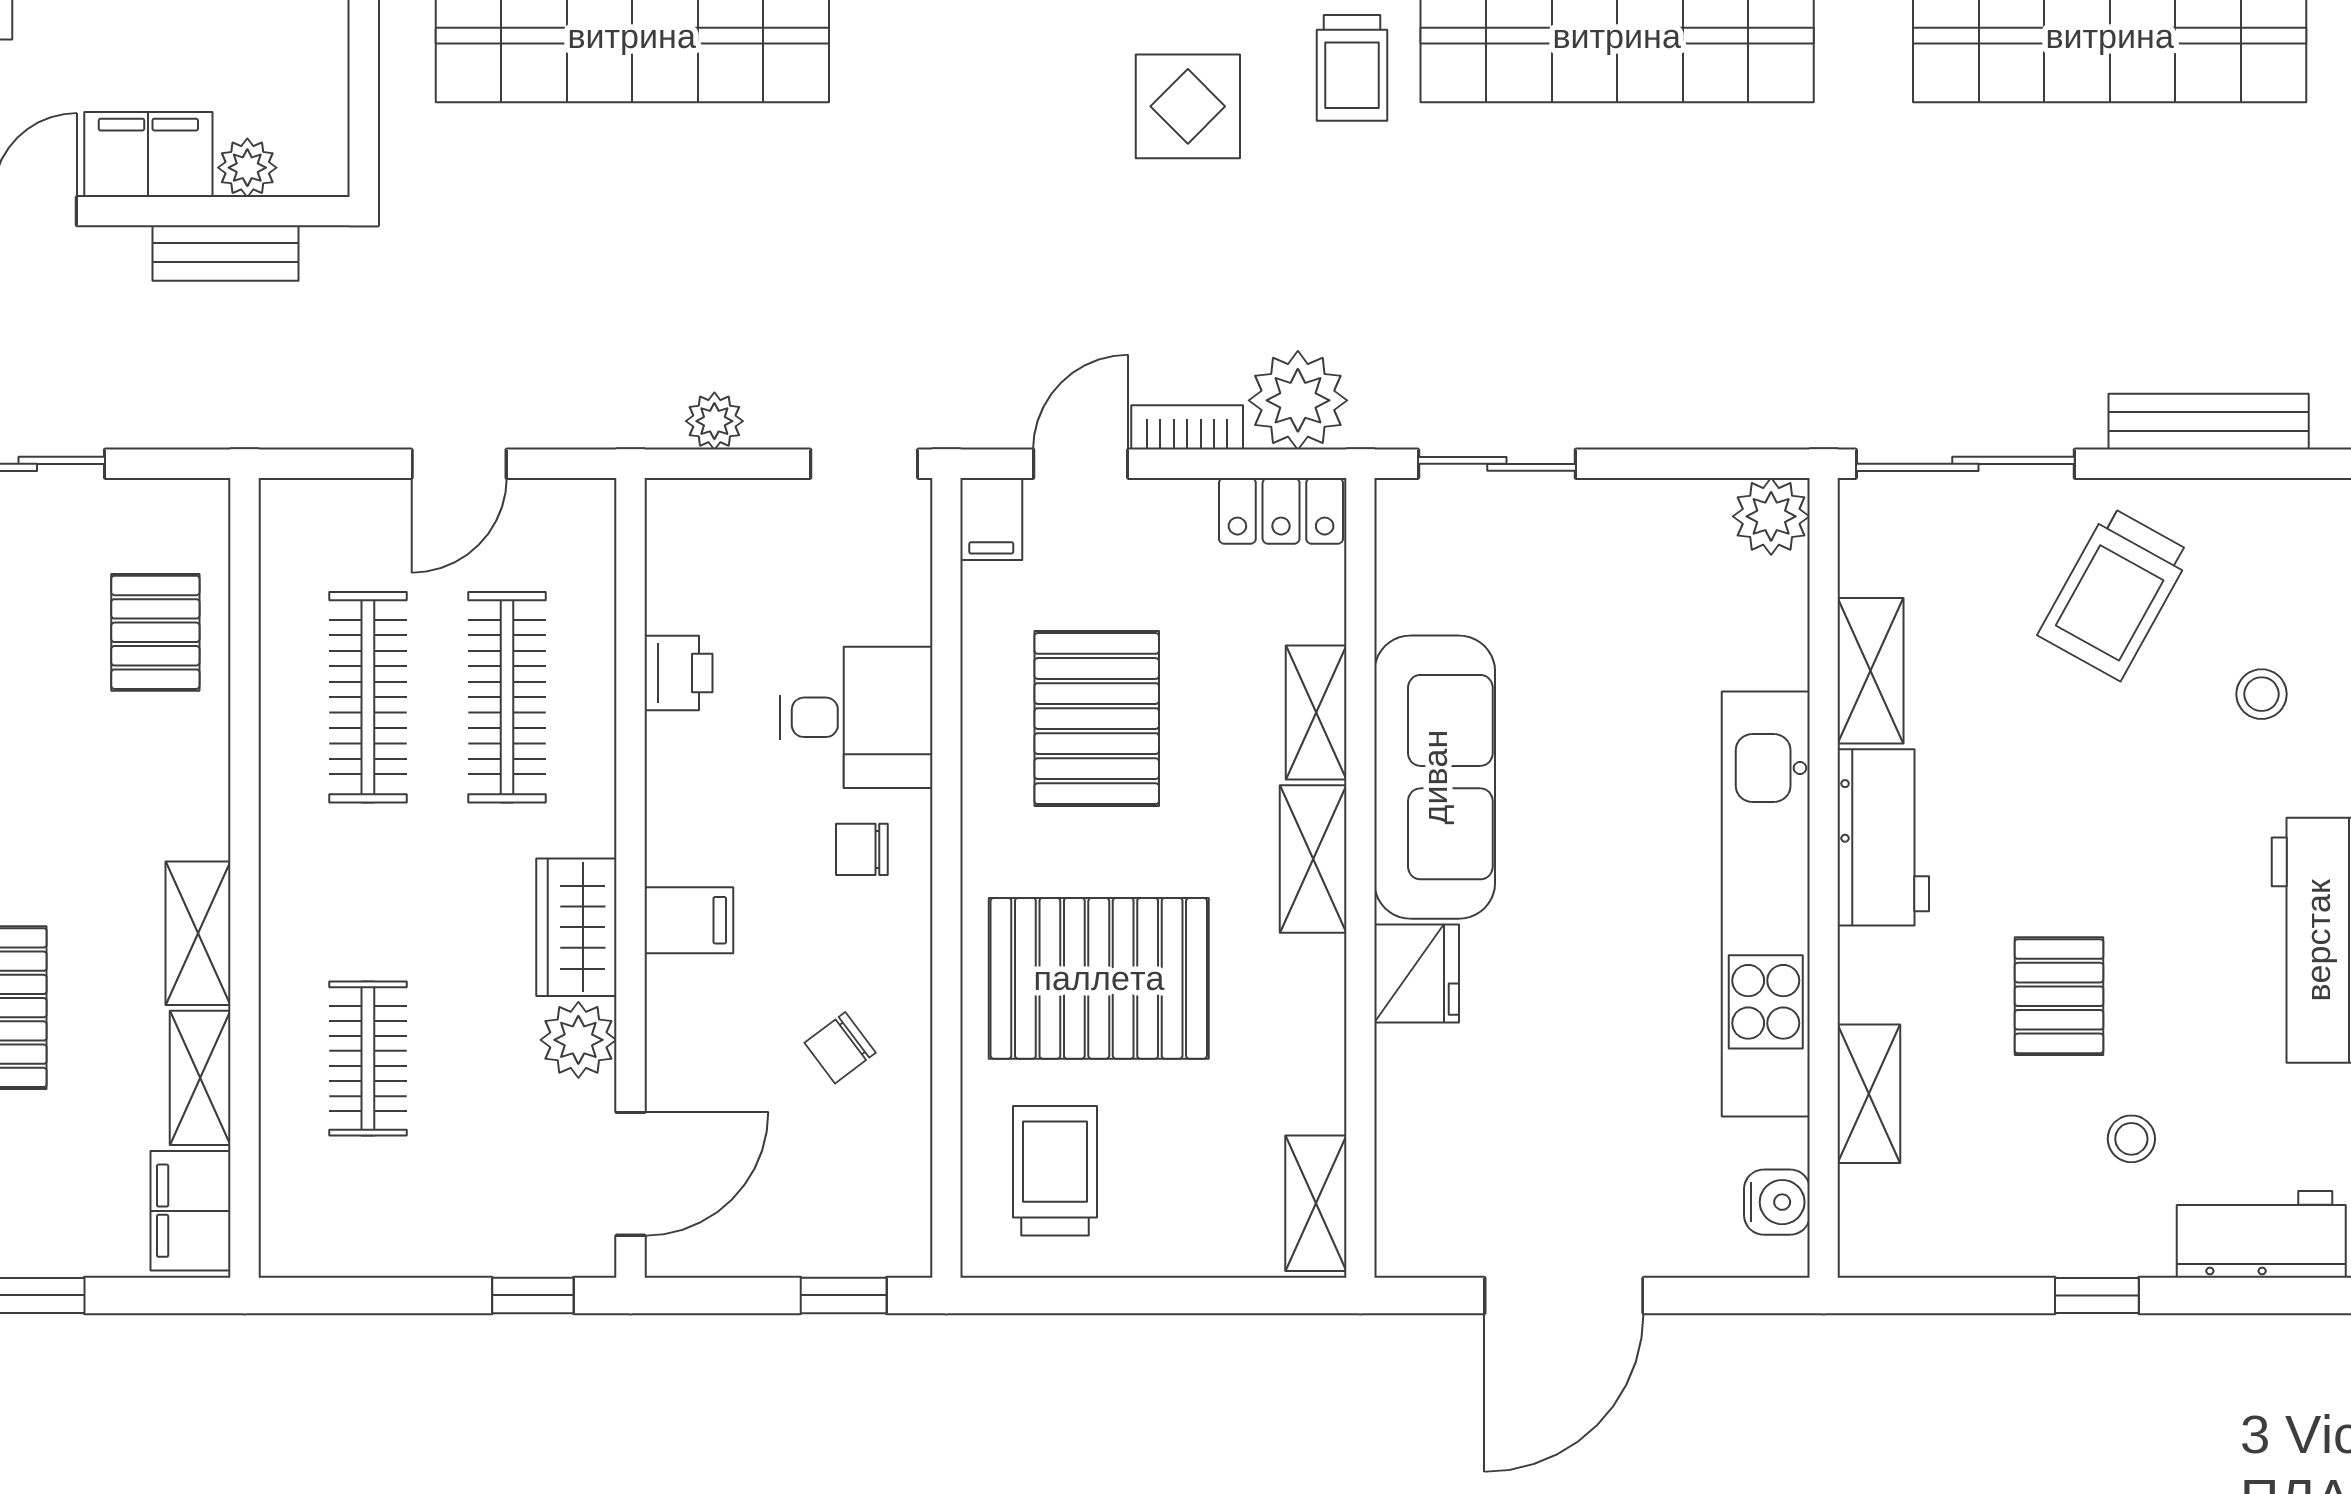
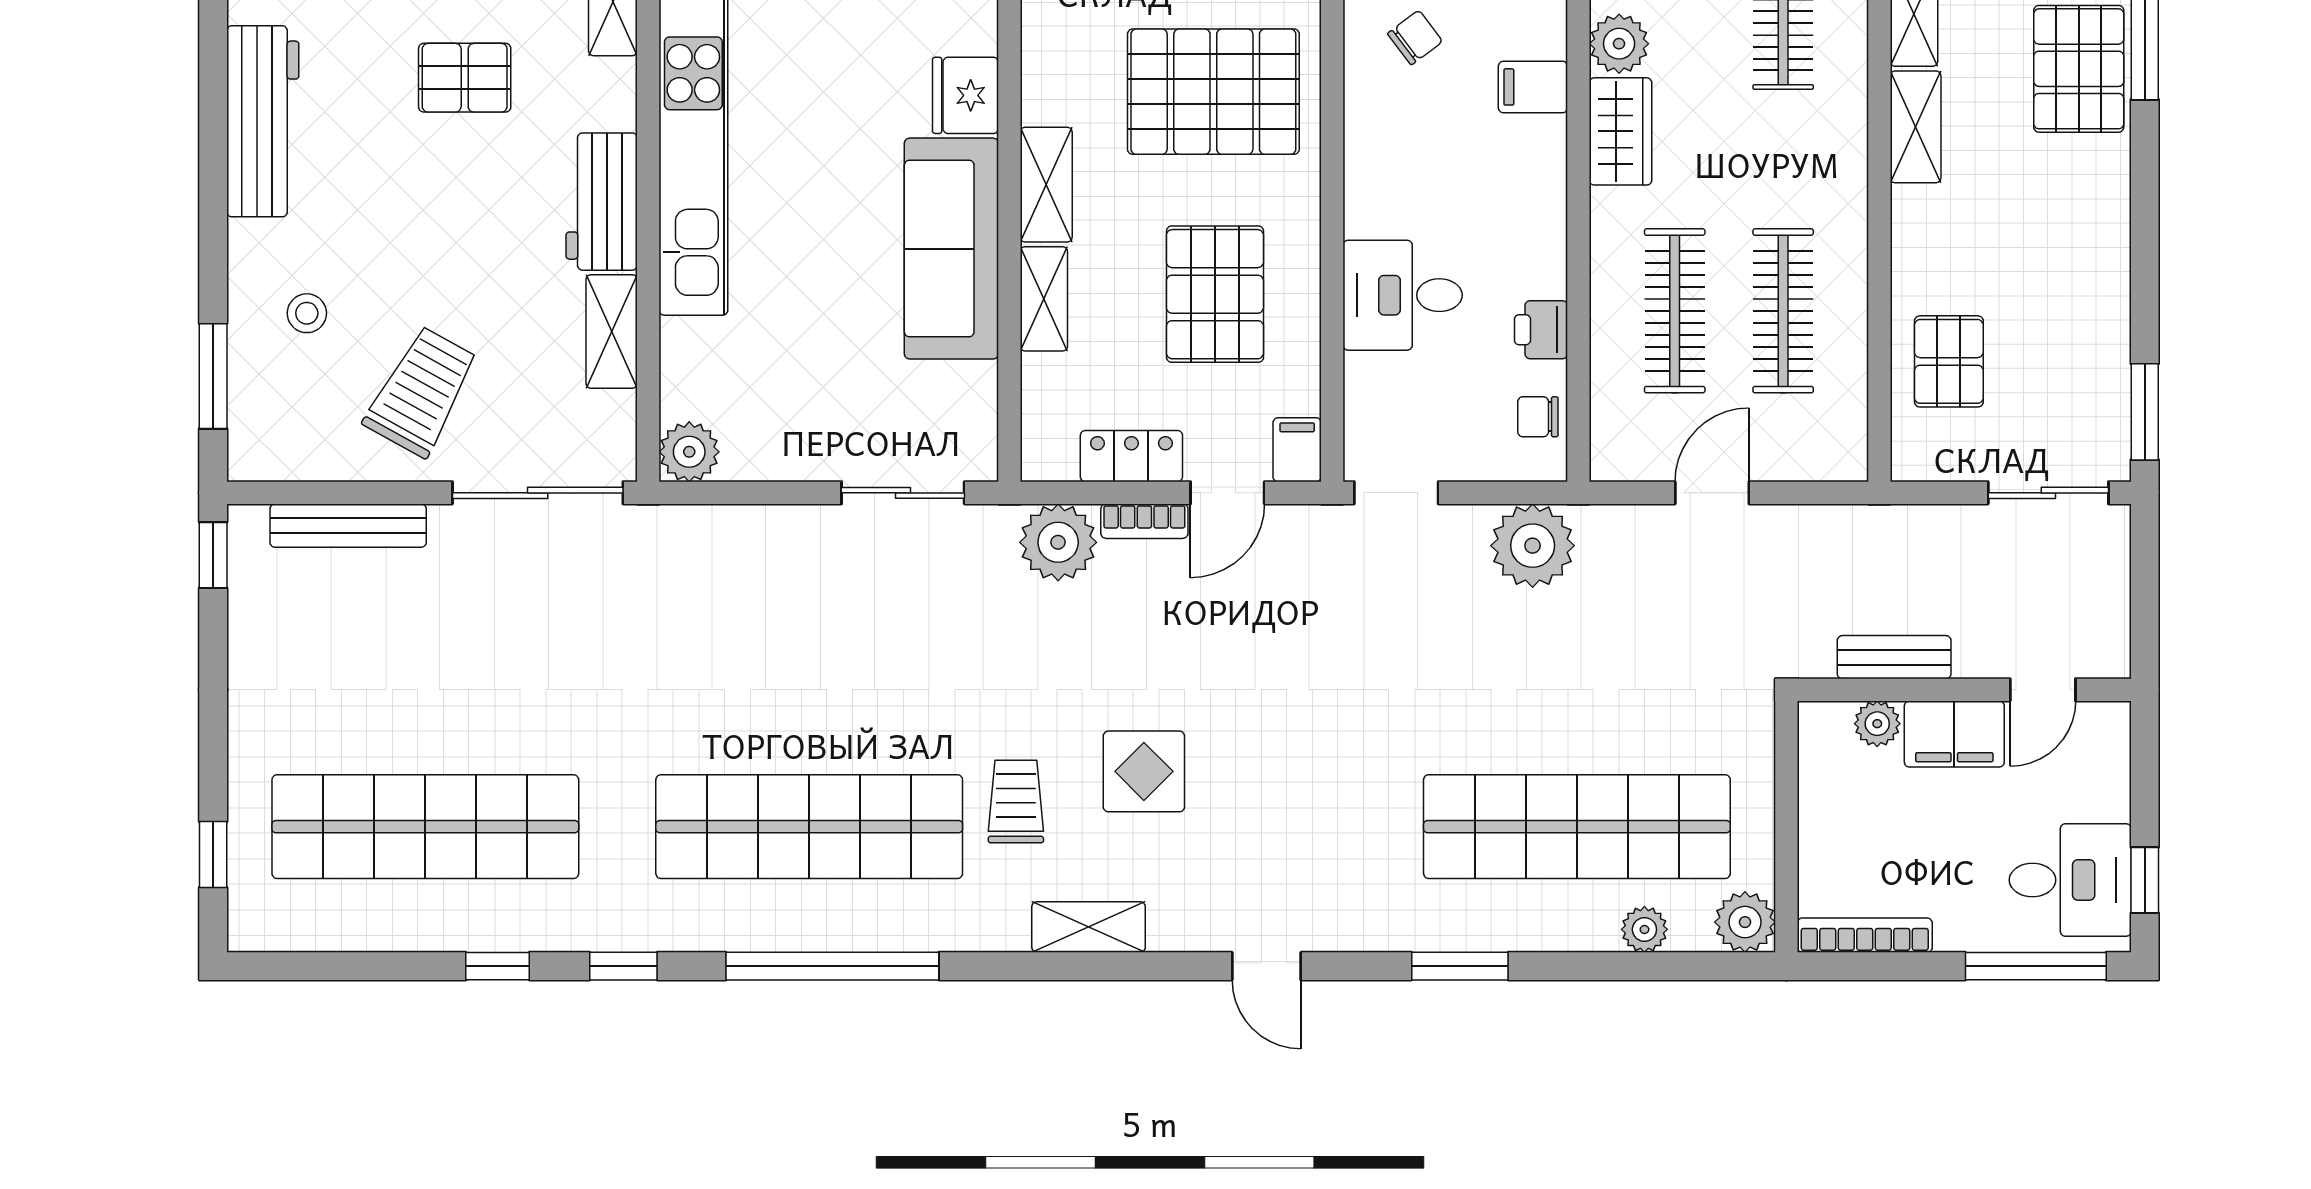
plant: (714, 421) -> (1533, 546), width x1.87, depth x1.87
locker: (1281, 511) -> (1131, 456), moved
chair: (862, 849) -> (1538, 417), moved, turned 180
filing cabinet: (689, 920) -> (1533, 87), moved
pallet: (2059, 996) -> (465, 78), turned 90

